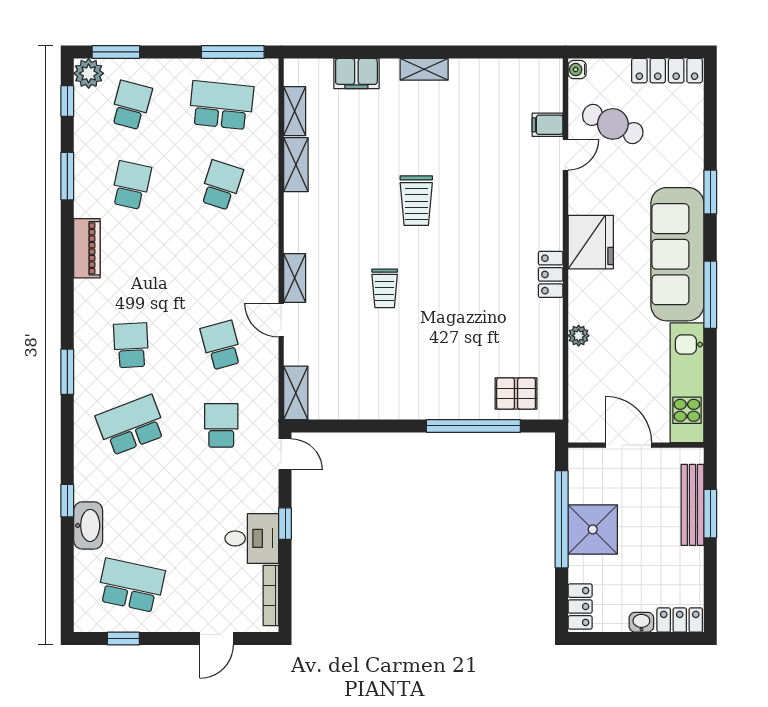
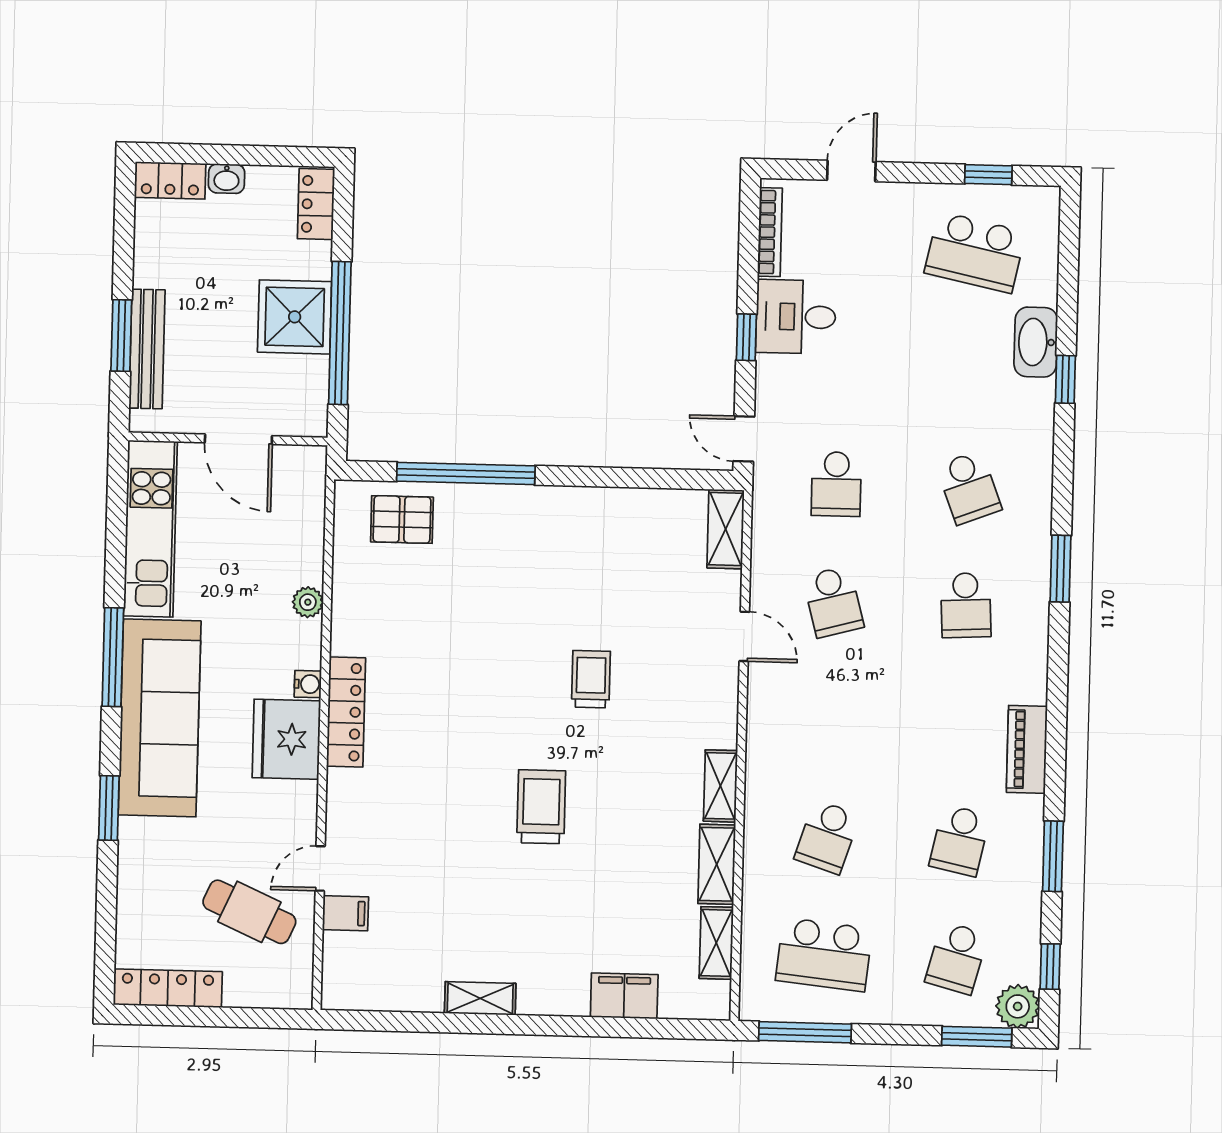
shelving: (424, 69) -> (480, 998), moved
water cooler: (577, 70) -> (308, 684), moved
locker: (551, 274) -> (346, 712), width x1.53
shelving: (295, 278) -> (720, 786), moved
school desk: (131, 425) -> (969, 488), width x0.54

